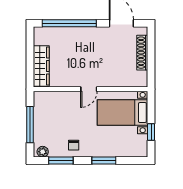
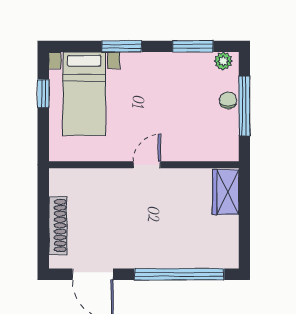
wardrobe: (41, 66) -> (226, 192), width x0.67
bed with nightstands: (123, 113) -> (84, 94), moved, turned 90
chair: (74, 145) -> (228, 100), moved

